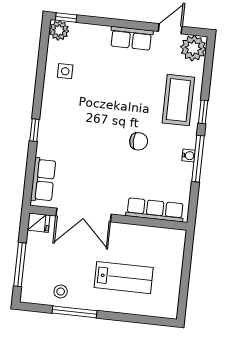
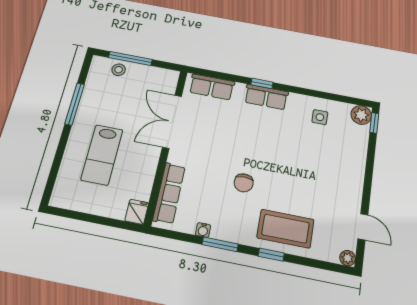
row of seats: (131, 38) -> (266, 97), moved, turned -90
plant: (193, 48) -> (348, 258), width x0.53, depth x0.53
water cooler: (189, 156) -> (203, 230), moved
window: (198, 159) -> (220, 244), width x0.69
fridge: (39, 223) -> (137, 212), moved, turned 180
stool: (61, 291) -> (119, 70), moved

